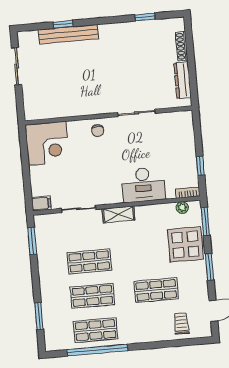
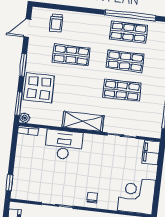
window: (200, 166) -> (9, 183), moved
filing cabinet: (41, 203) -> (151, 153), width x2.00
plant: (182, 208) -> (25, 118), moved
shelving: (119, 214) -> (83, 122), width x1.50, depth x1.33

